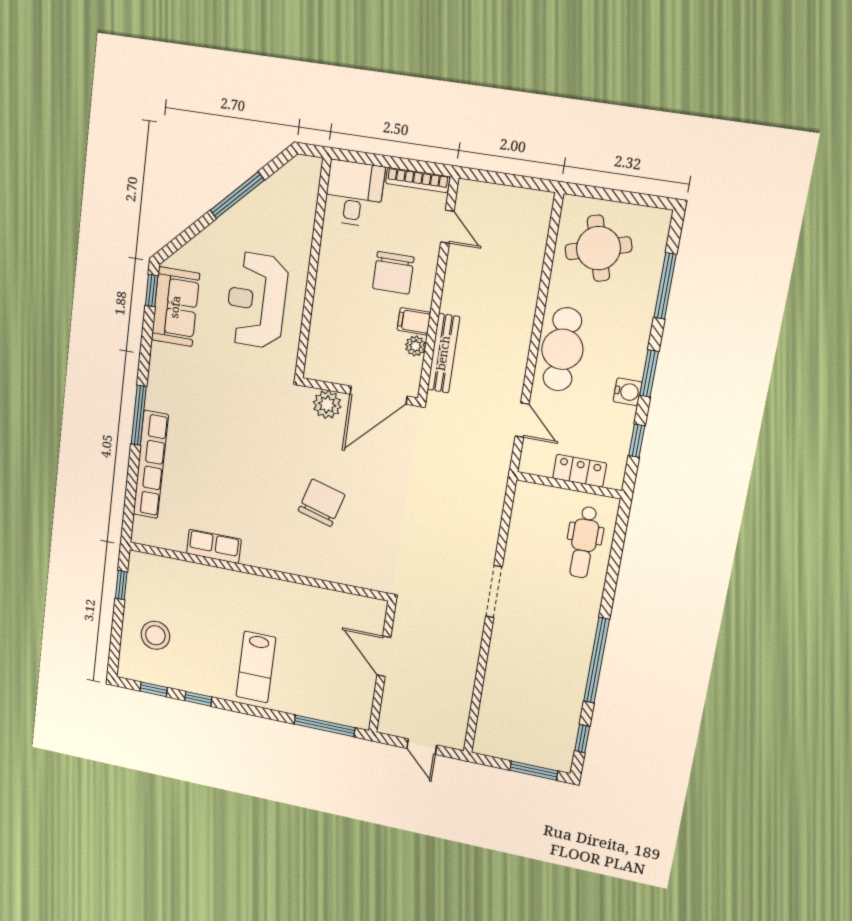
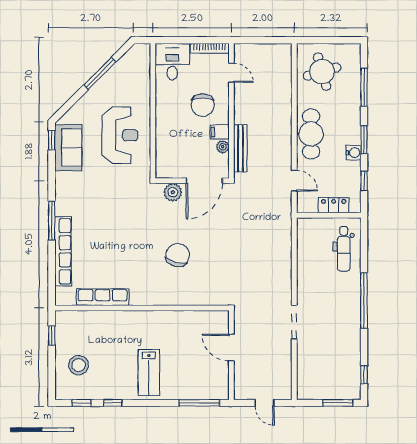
reception desk: (257, 300) -> (120, 135), turned 180
row of seats: (214, 546) -> (103, 297), width x1.48
doorway: (494, 592) -> (294, 322), moved
window: (596, 660) -> (364, 300), moved

